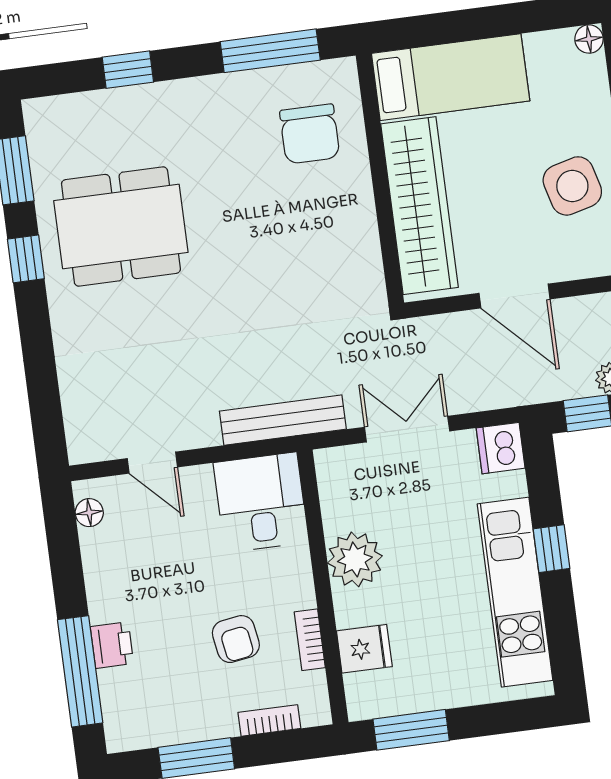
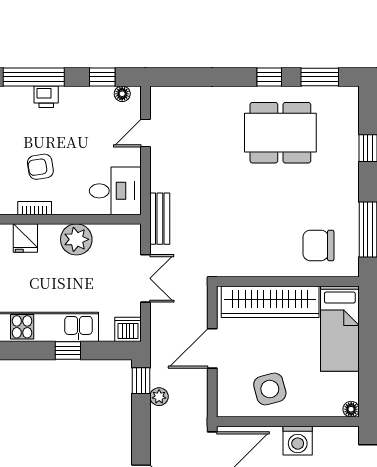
dining table: (121, 227) -> (280, 133), turned 90
bench: (283, 420) -> (160, 219), width x0.73
window: (64, 552) -> (102, 77), added

